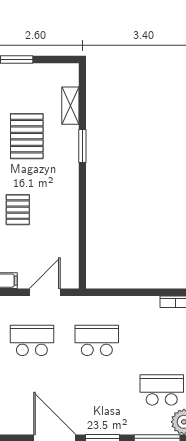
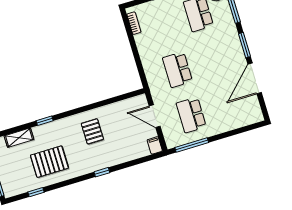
window: (82, 146) -> (45, 121), width x0.67
pallet: (18, 210) -> (92, 131), moved, turned 90

